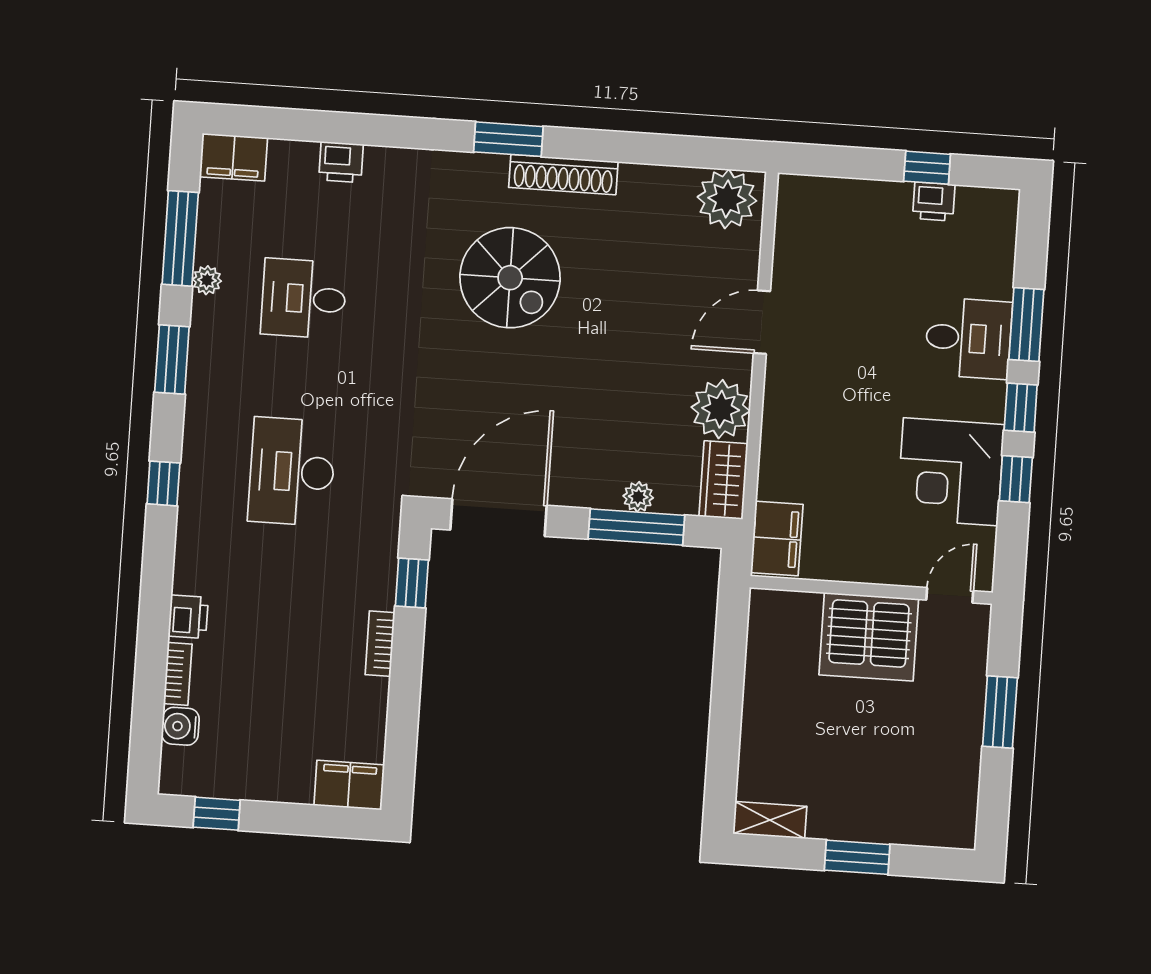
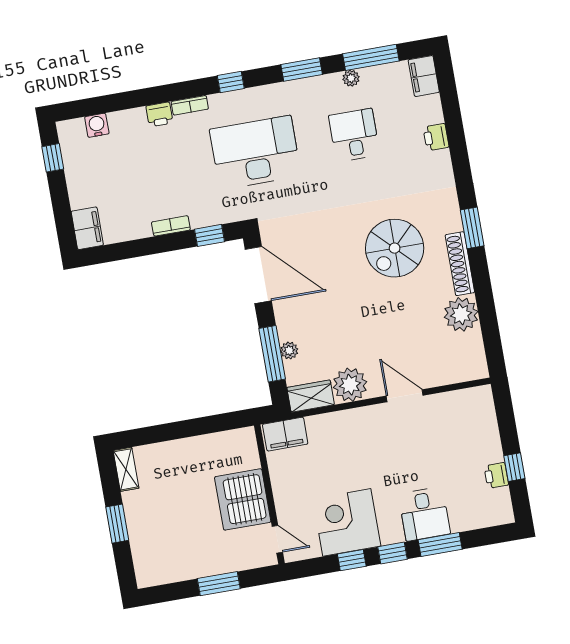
plant: (727, 199) -> (461, 314), moved
desk: (292, 472) -> (255, 153), width x1.36, depth x1.30
bookcase: (178, 674) -> (190, 105), moved

